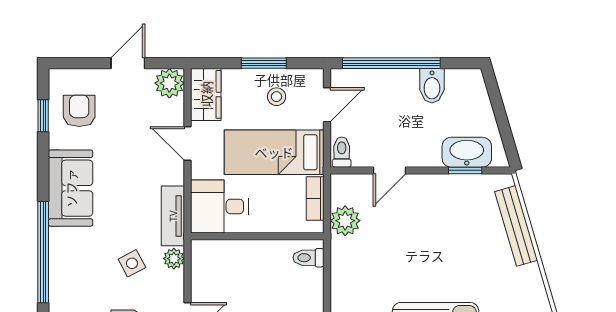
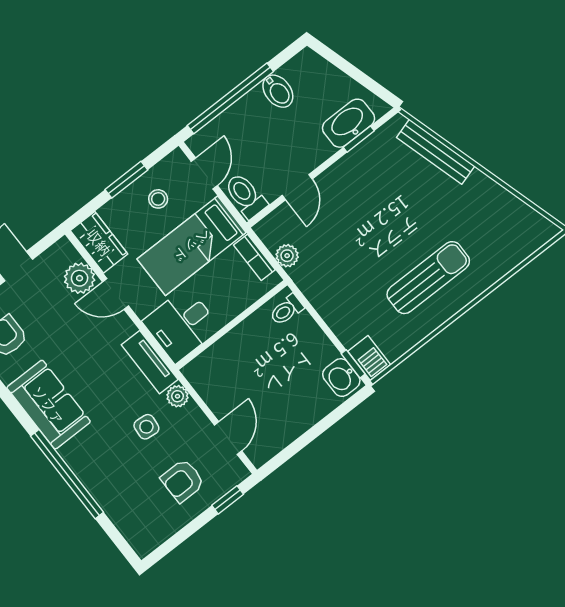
plant: (169, 83) -> (80, 278), moved
toilet: (342, 152) -> (246, 196), width x1.37, depth x1.39
plant: (345, 221) -> (287, 256), width x0.73, depth x0.73
side table: (132, 263) -> (146, 427), turned 33

